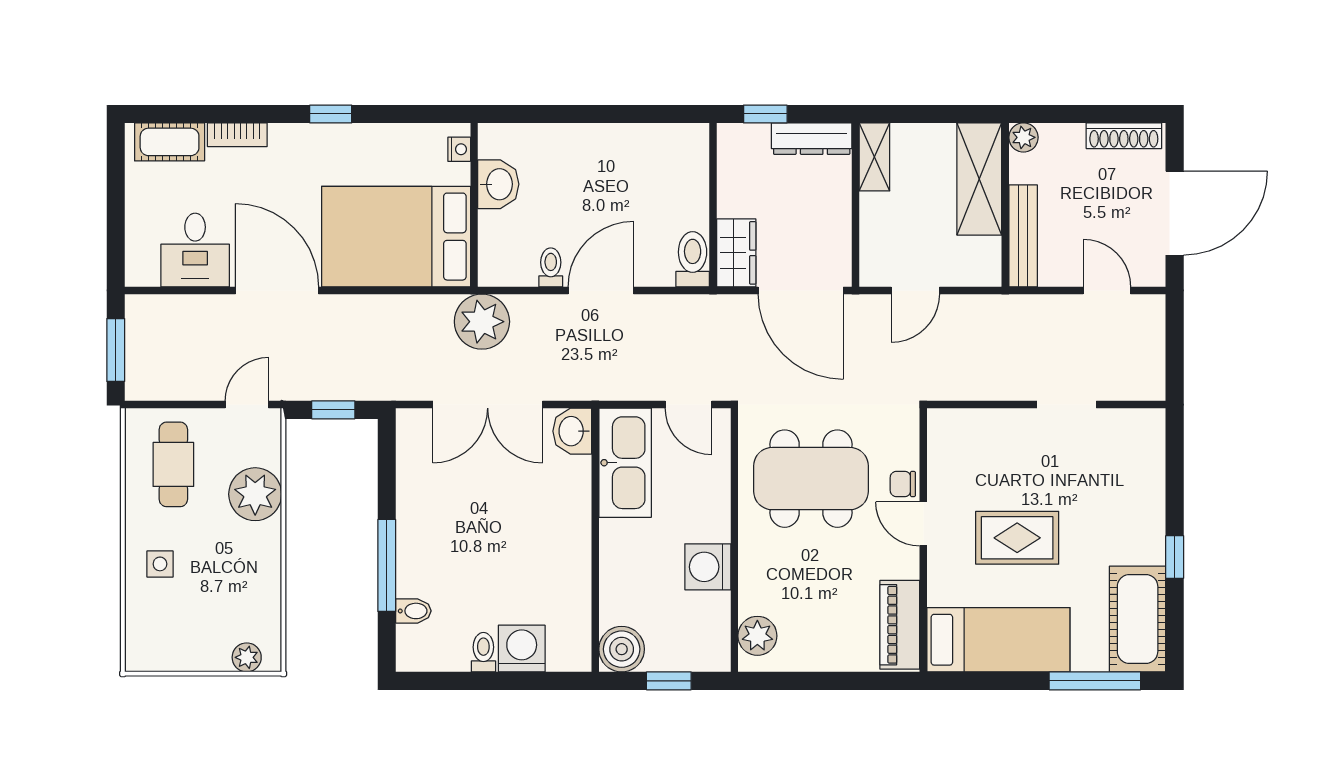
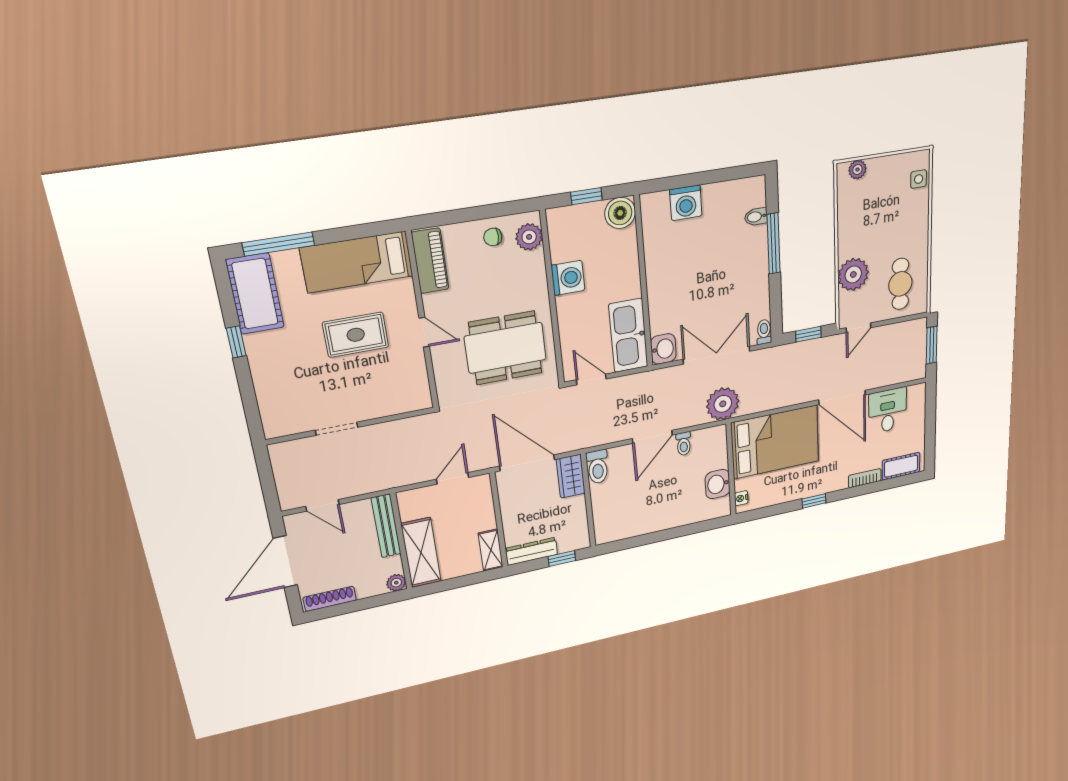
chair: (903, 484) -> (493, 237), moved, turned 180
side table: (160, 564) -> (919, 179), moved
toilet: (483, 652) -> (764, 332), moved, turned 180

